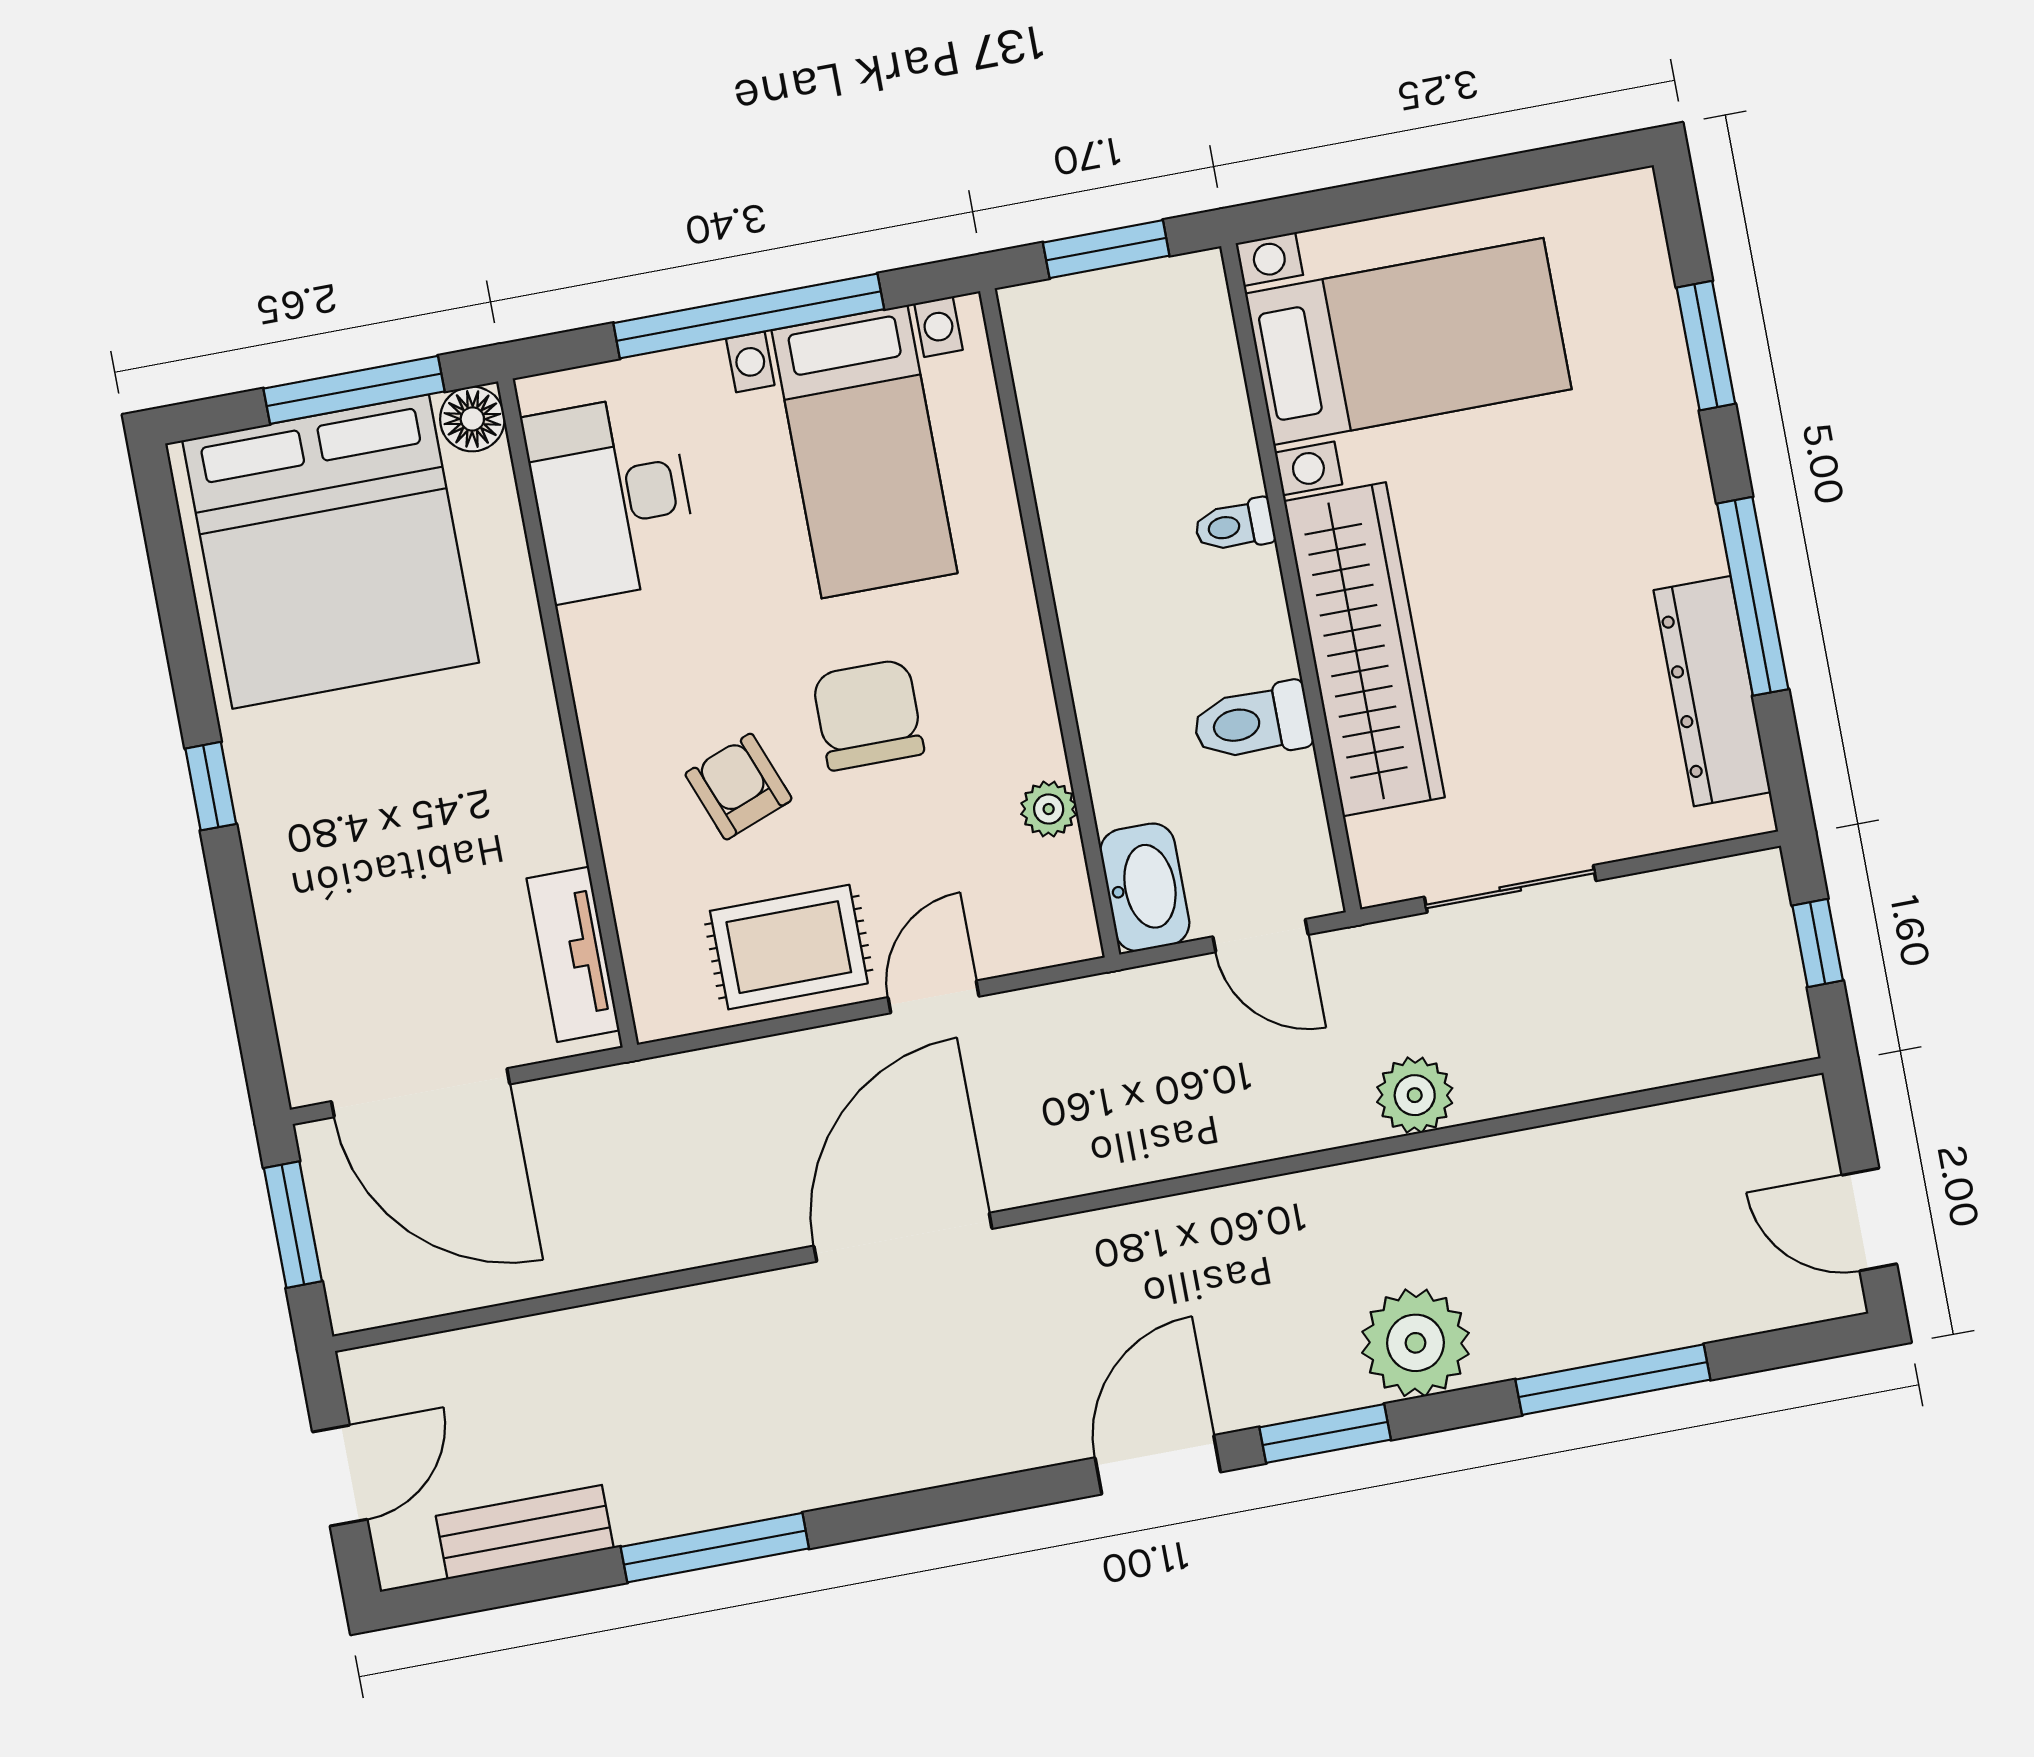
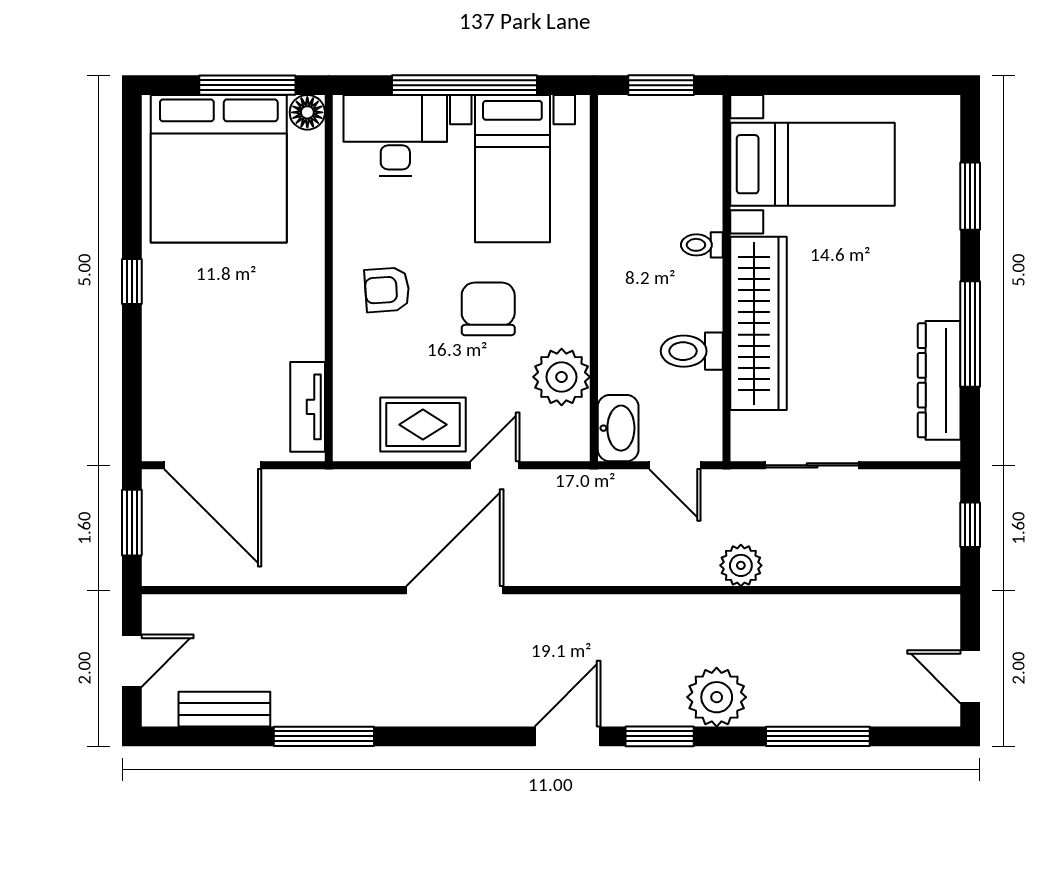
desk: (611, 498) -> (395, 135), moved, turned 90
armchair: (739, 787) -> (387, 290), moved, turned -73
plant: (1049, 809) -> (562, 377), width x1.88, depth x1.88

